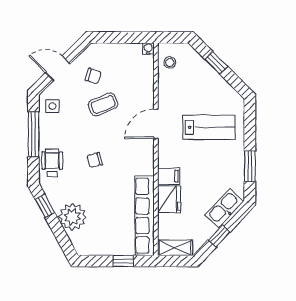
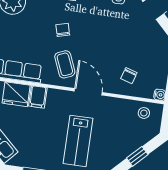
chair: (93, 76) -> (129, 76), moved
coffee table: (103, 104) -> (65, 64), moved

